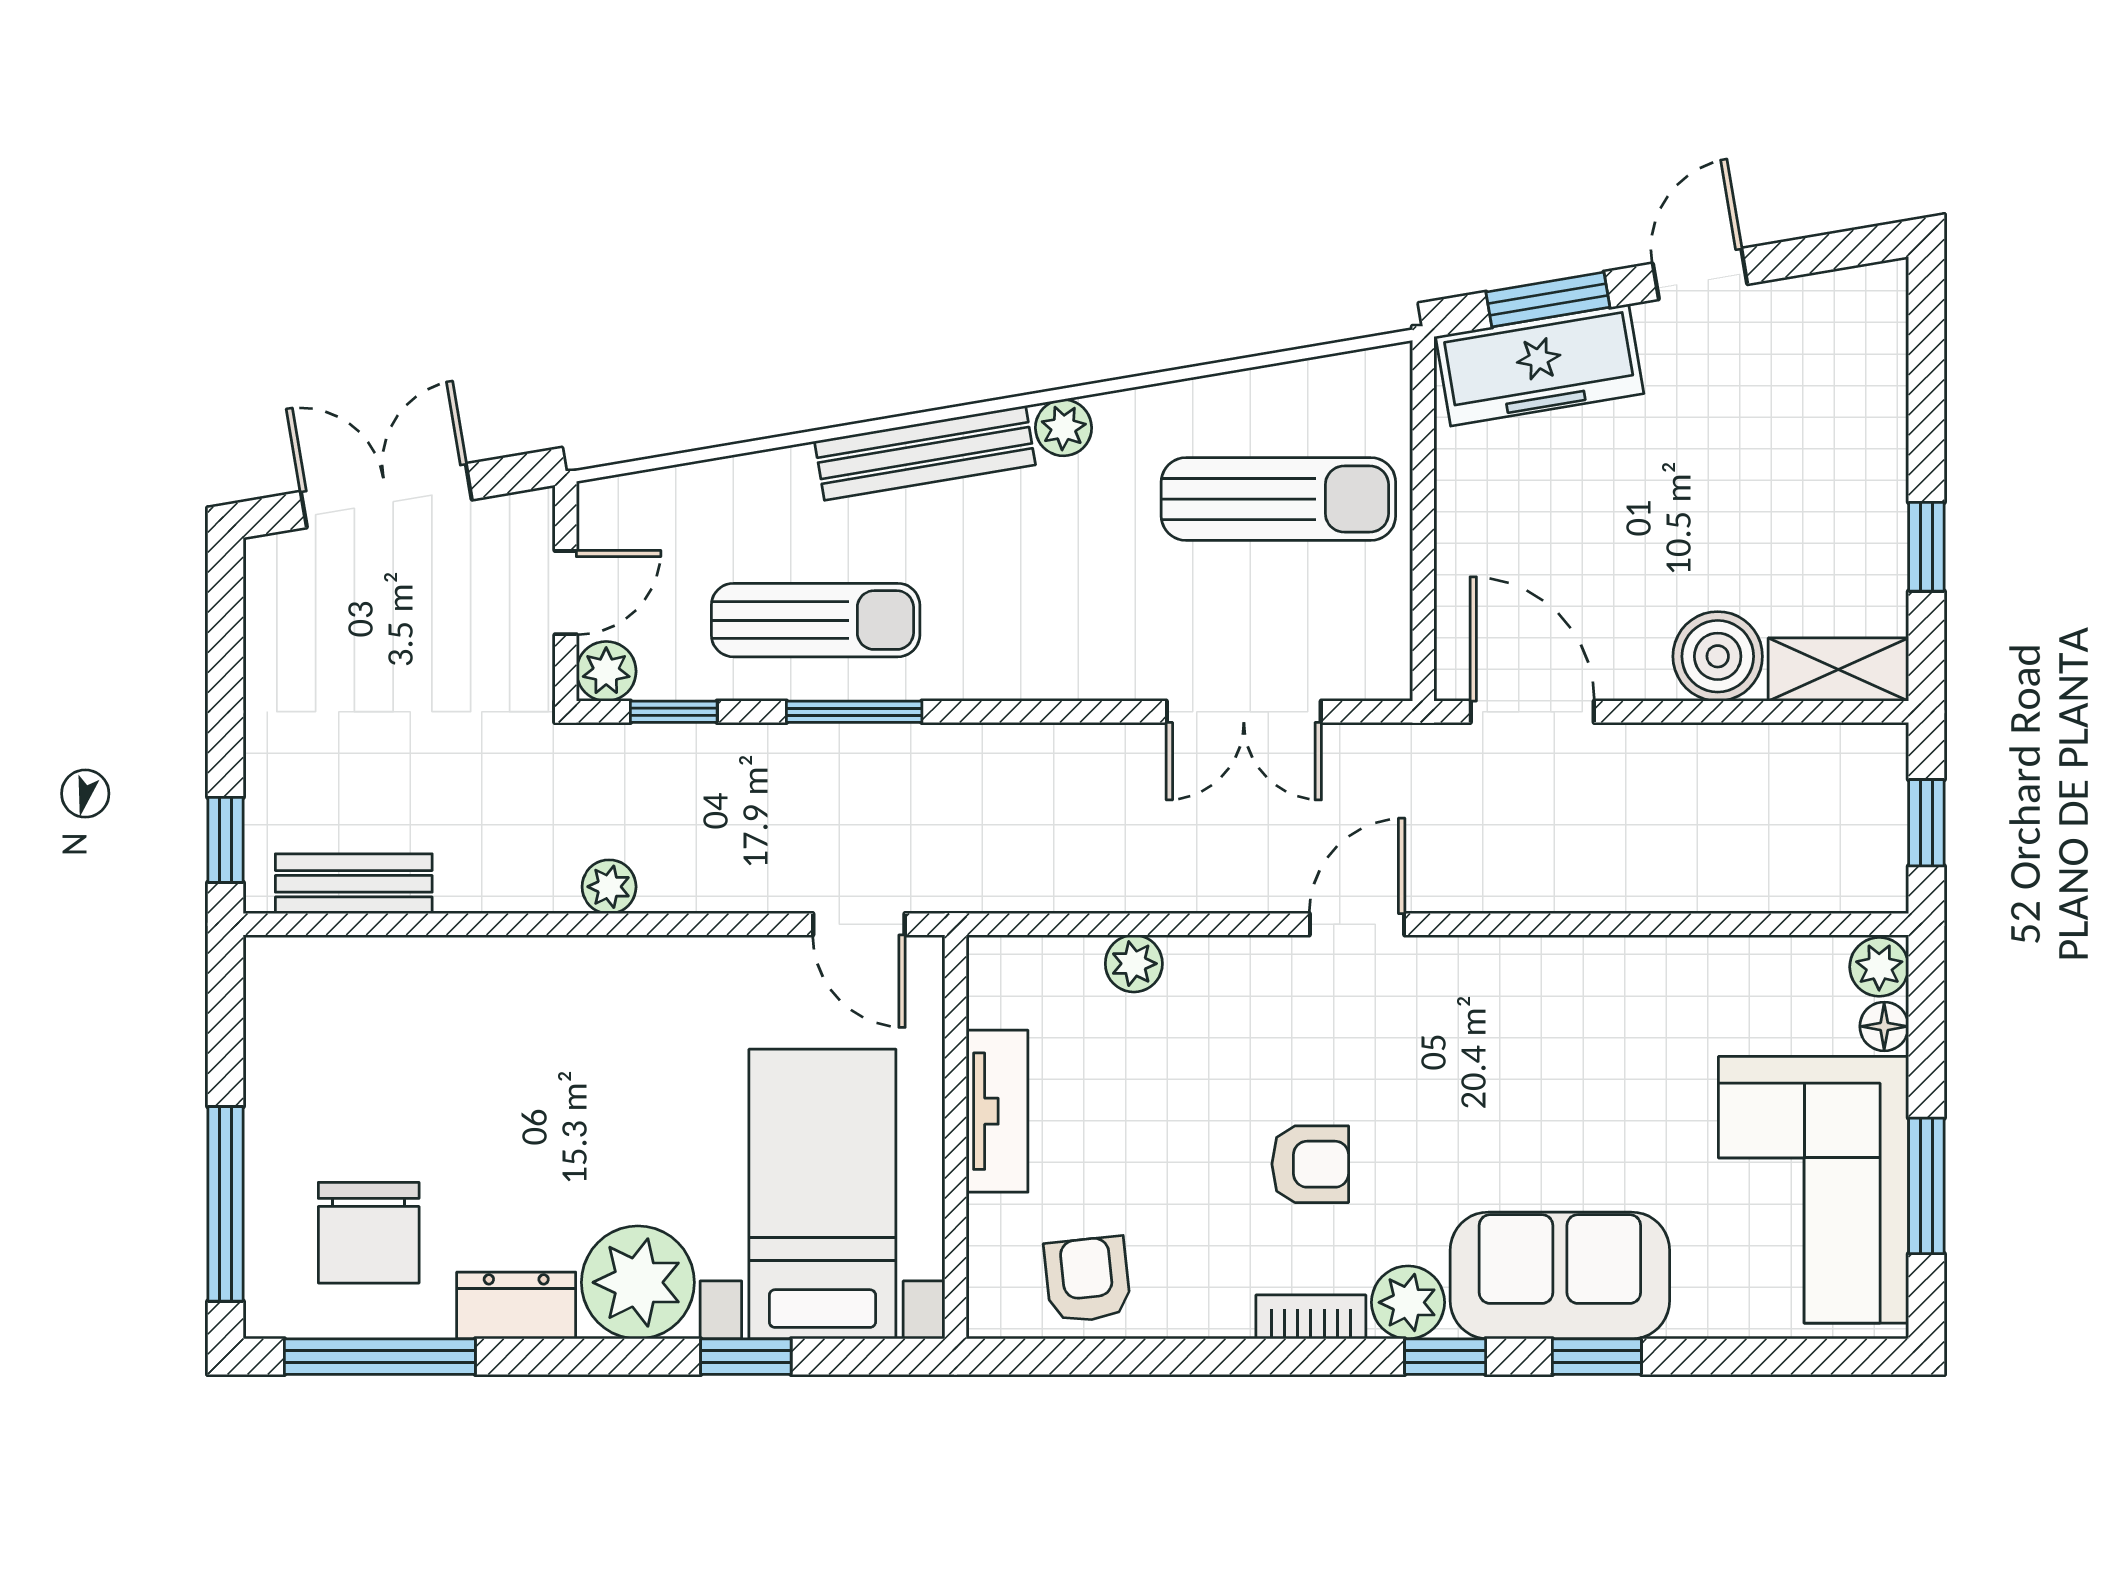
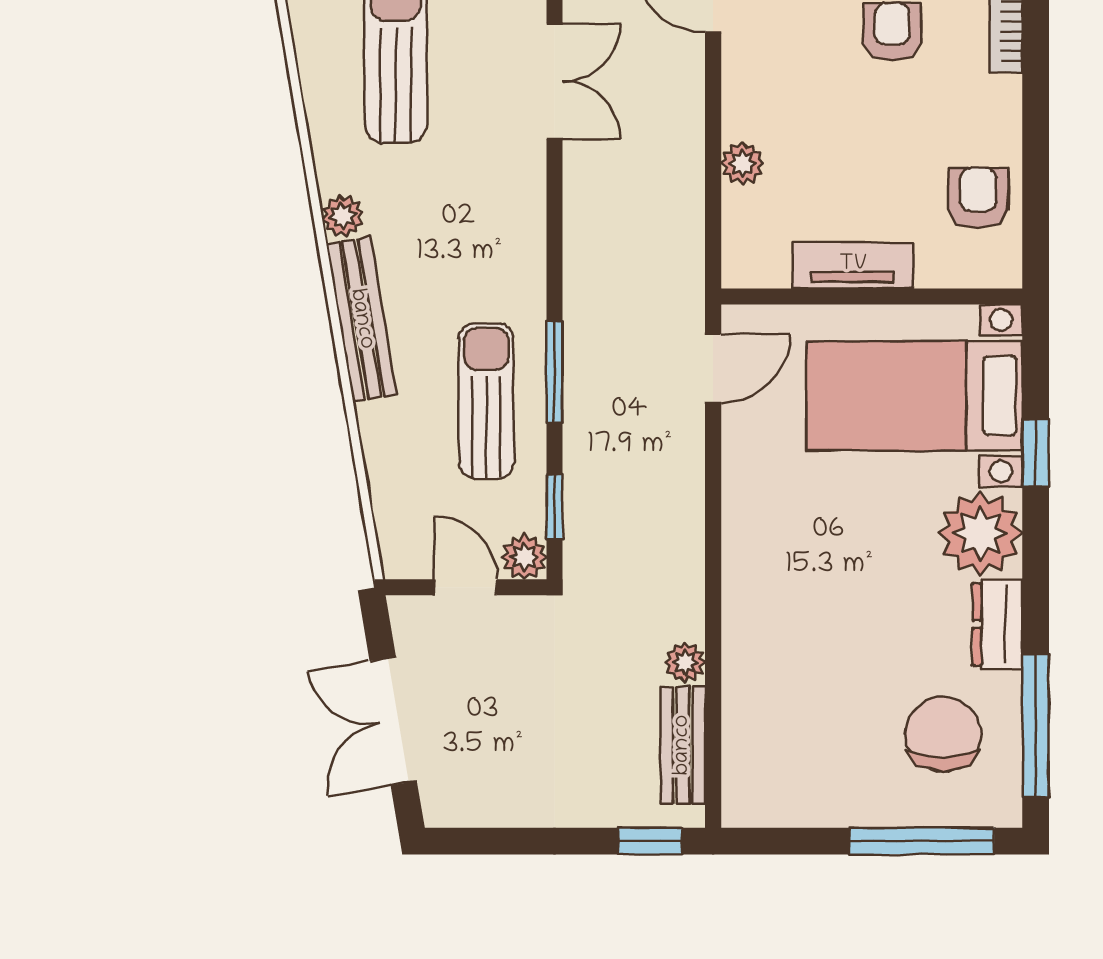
plant: (609, 887) -> (685, 663), moved
chair: (369, 1233) -> (943, 734), turned -90
armchair: (1087, 1280) -> (978, 198), turned 96

